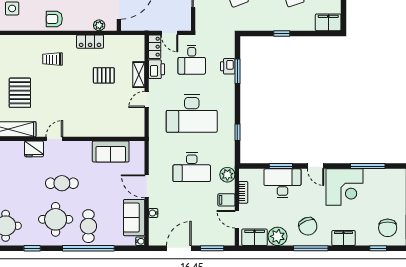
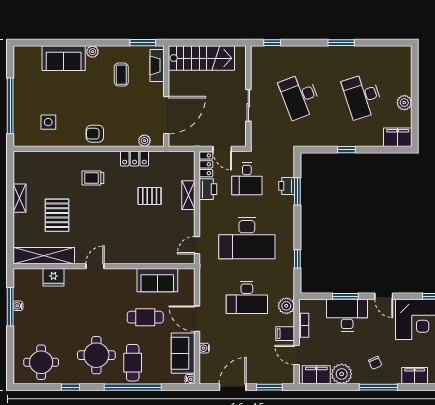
door: (147, 99) -> (197, 245), moved
fridge: (34, 149) -> (53, 277), moved
cafe table: (62, 183) -> (145, 317), moved
chair: (308, 226) -> (375, 363), width x0.54, depth x0.54

